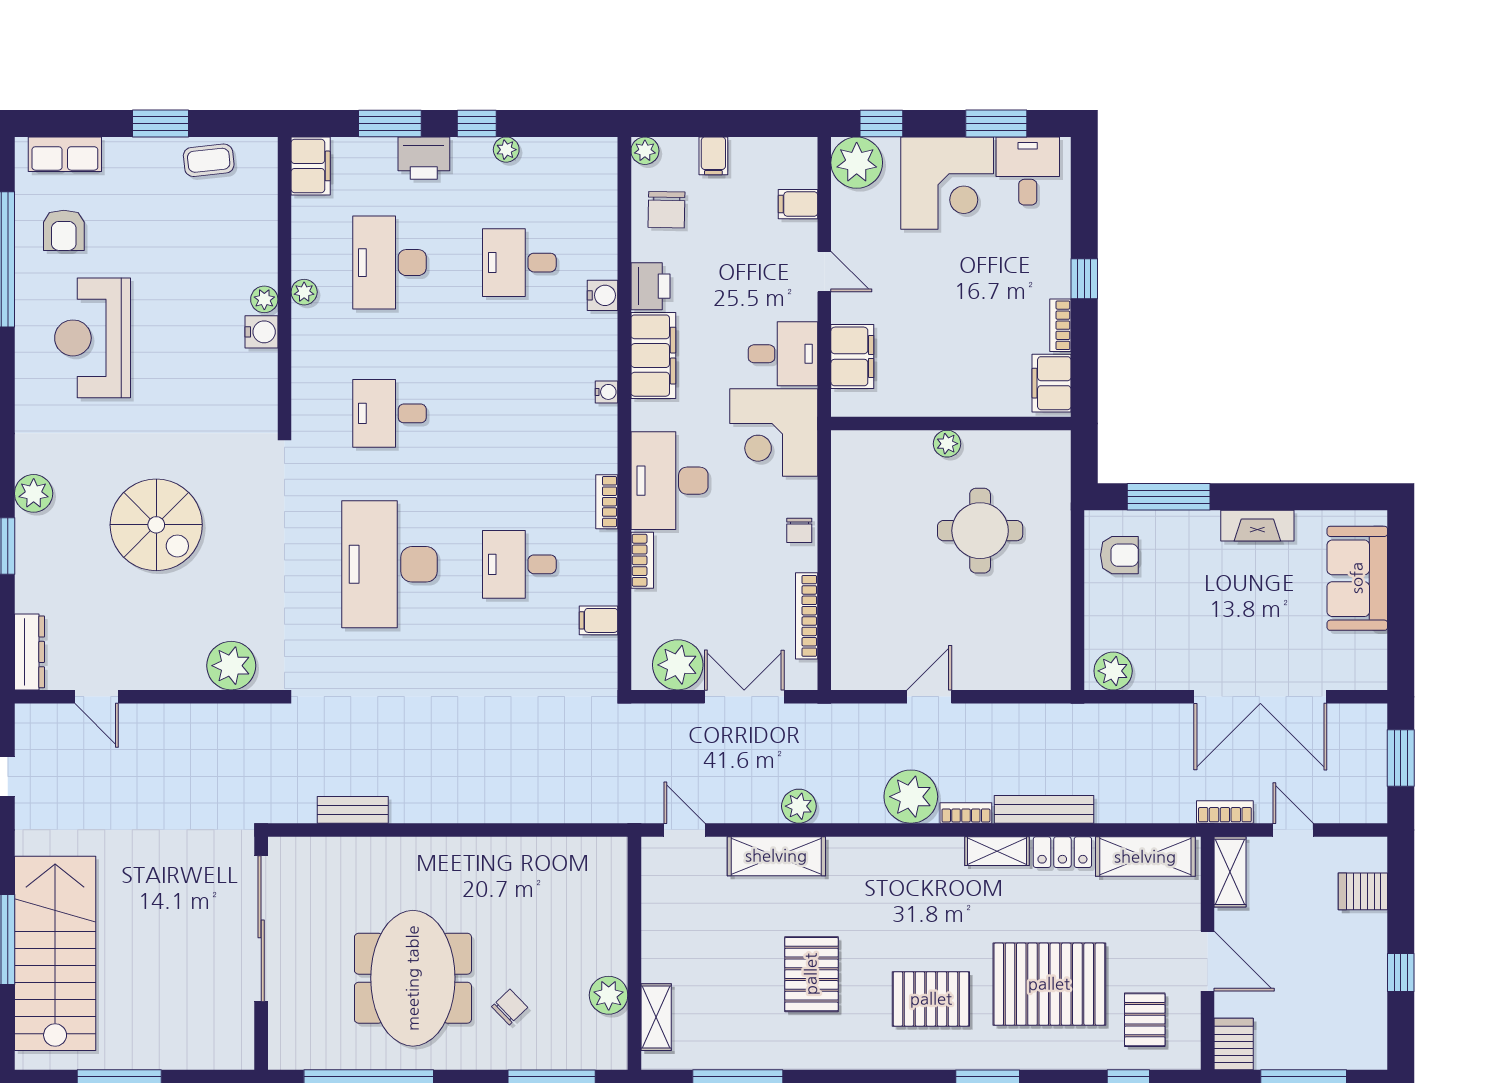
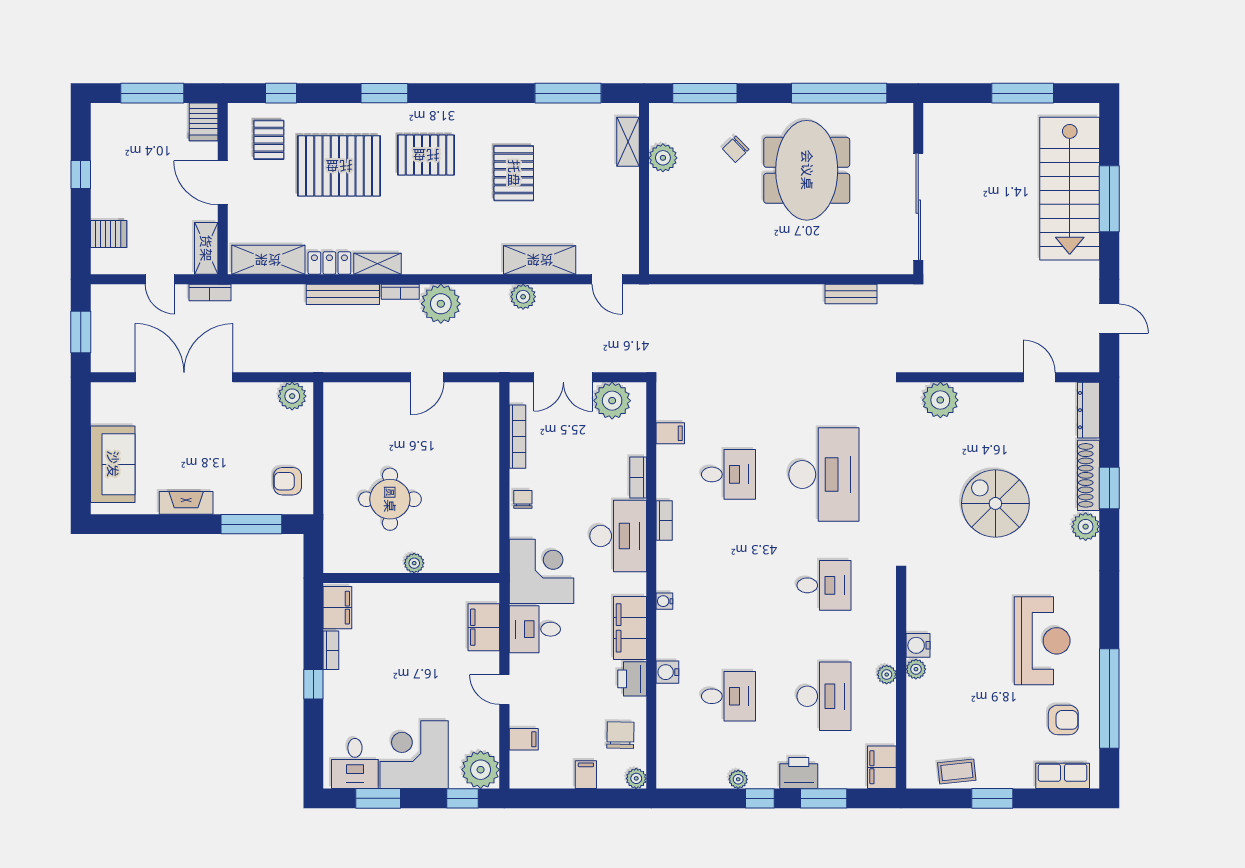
armchair: (64, 230) -> (1063, 720), turned 90
shoe rack: (29, 563) -> (1089, 475), added

